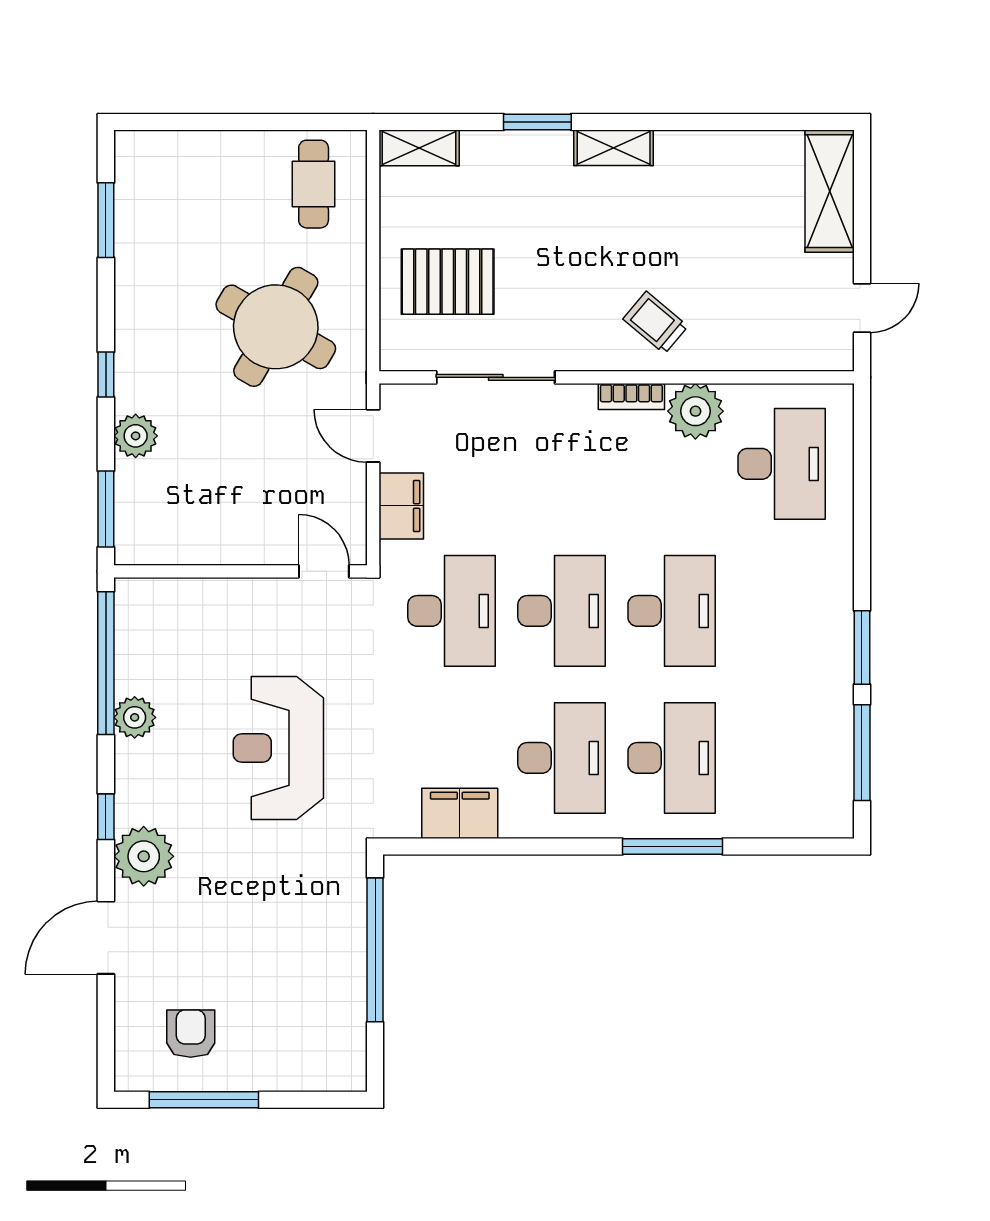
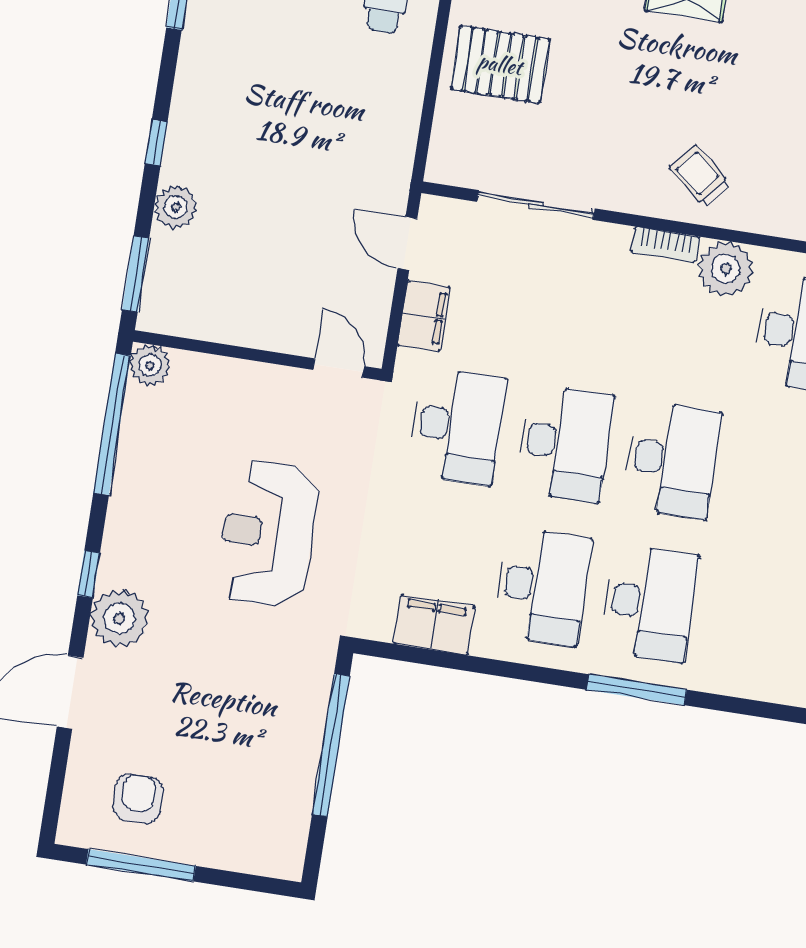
pallet: (448, 282) -> (500, 64), moved
round table: (276, 327) -> (329, 122), removed
plant: (135, 717) -> (150, 365), moved

